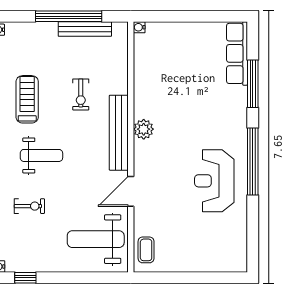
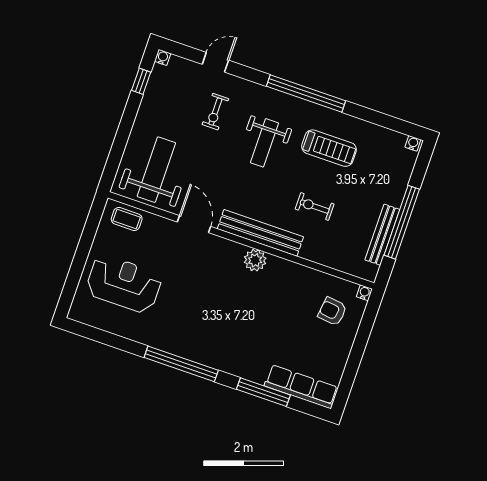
armchair: (164, 49) -> (332, 311), added
reception desk: (214, 181) -> (124, 284), moved

